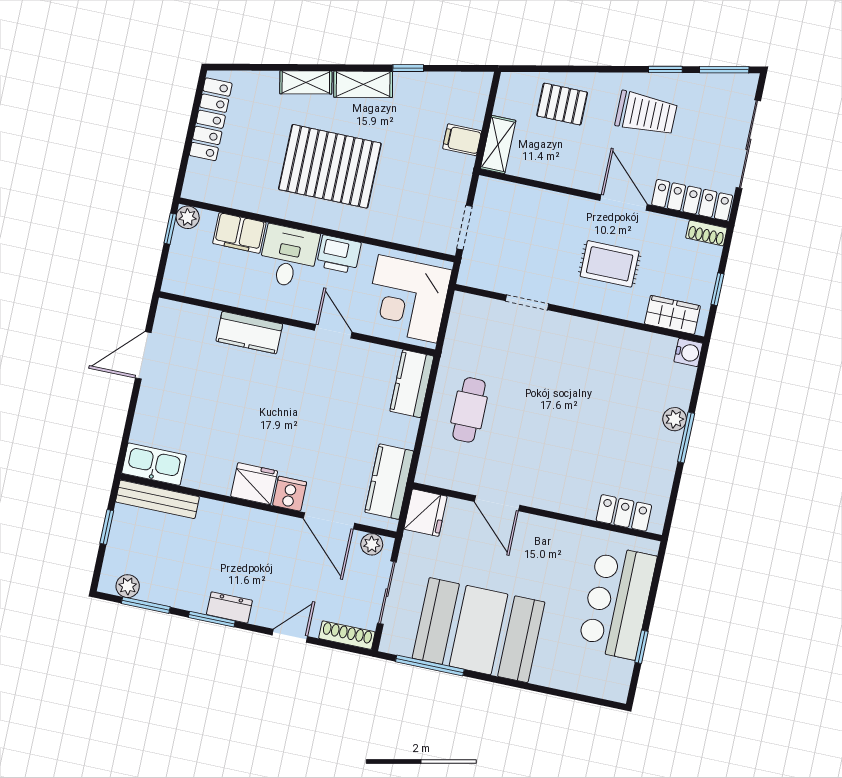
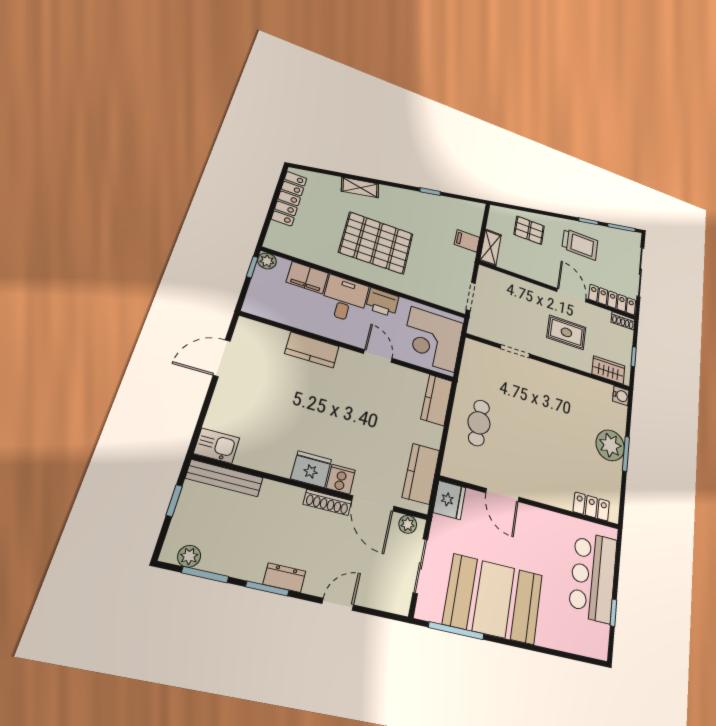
shelving: (363, 84) -> (400, 196), removed
plant: (675, 419) -> (610, 445), width x1.87, depth x1.87
kitchen sink: (154, 464) -> (217, 446), width x0.73
shoe rack: (347, 635) -> (328, 502), moved, turned 180

